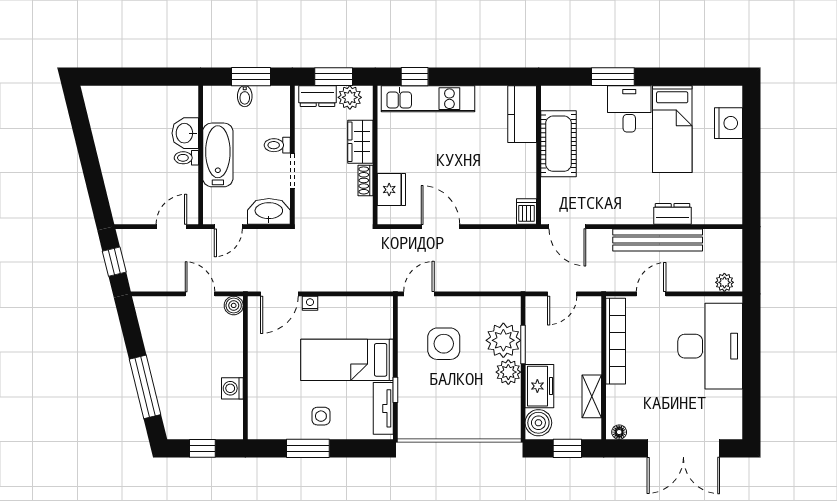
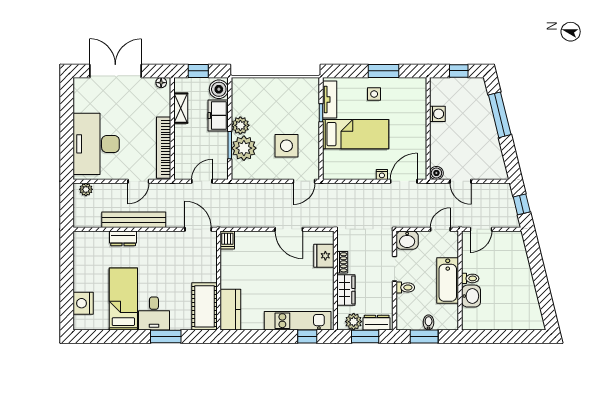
cot: (559, 144) -> (204, 306), moved
washbasin: (269, 211) -> (407, 240), width x0.72

